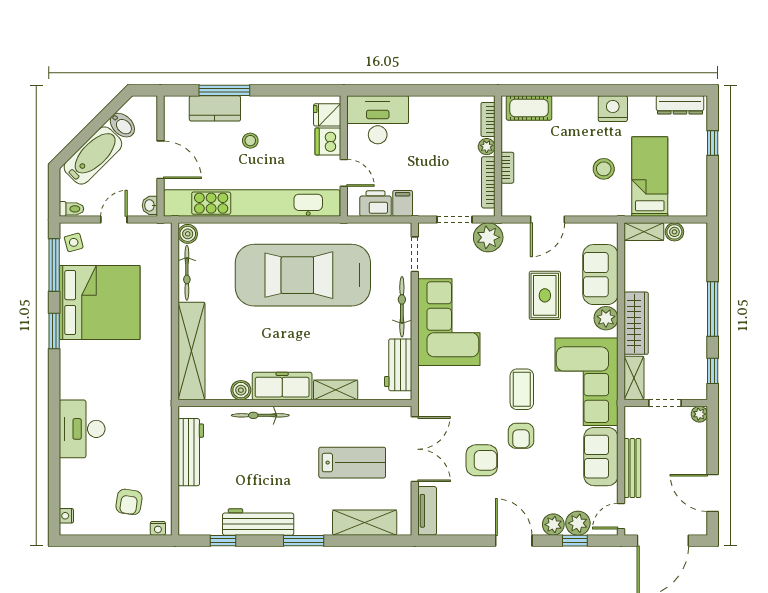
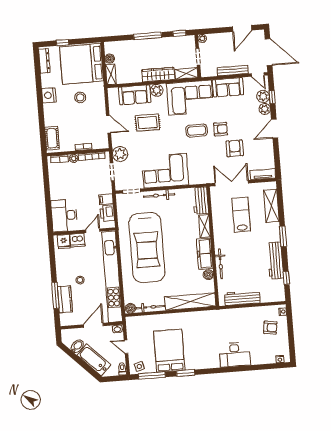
bed: (650, 177) -> (82, 64), width x2.04
bed: (100, 303) -> (169, 351), width x0.73
workbench: (398, 365) -> (201, 201), moved, turned 90

